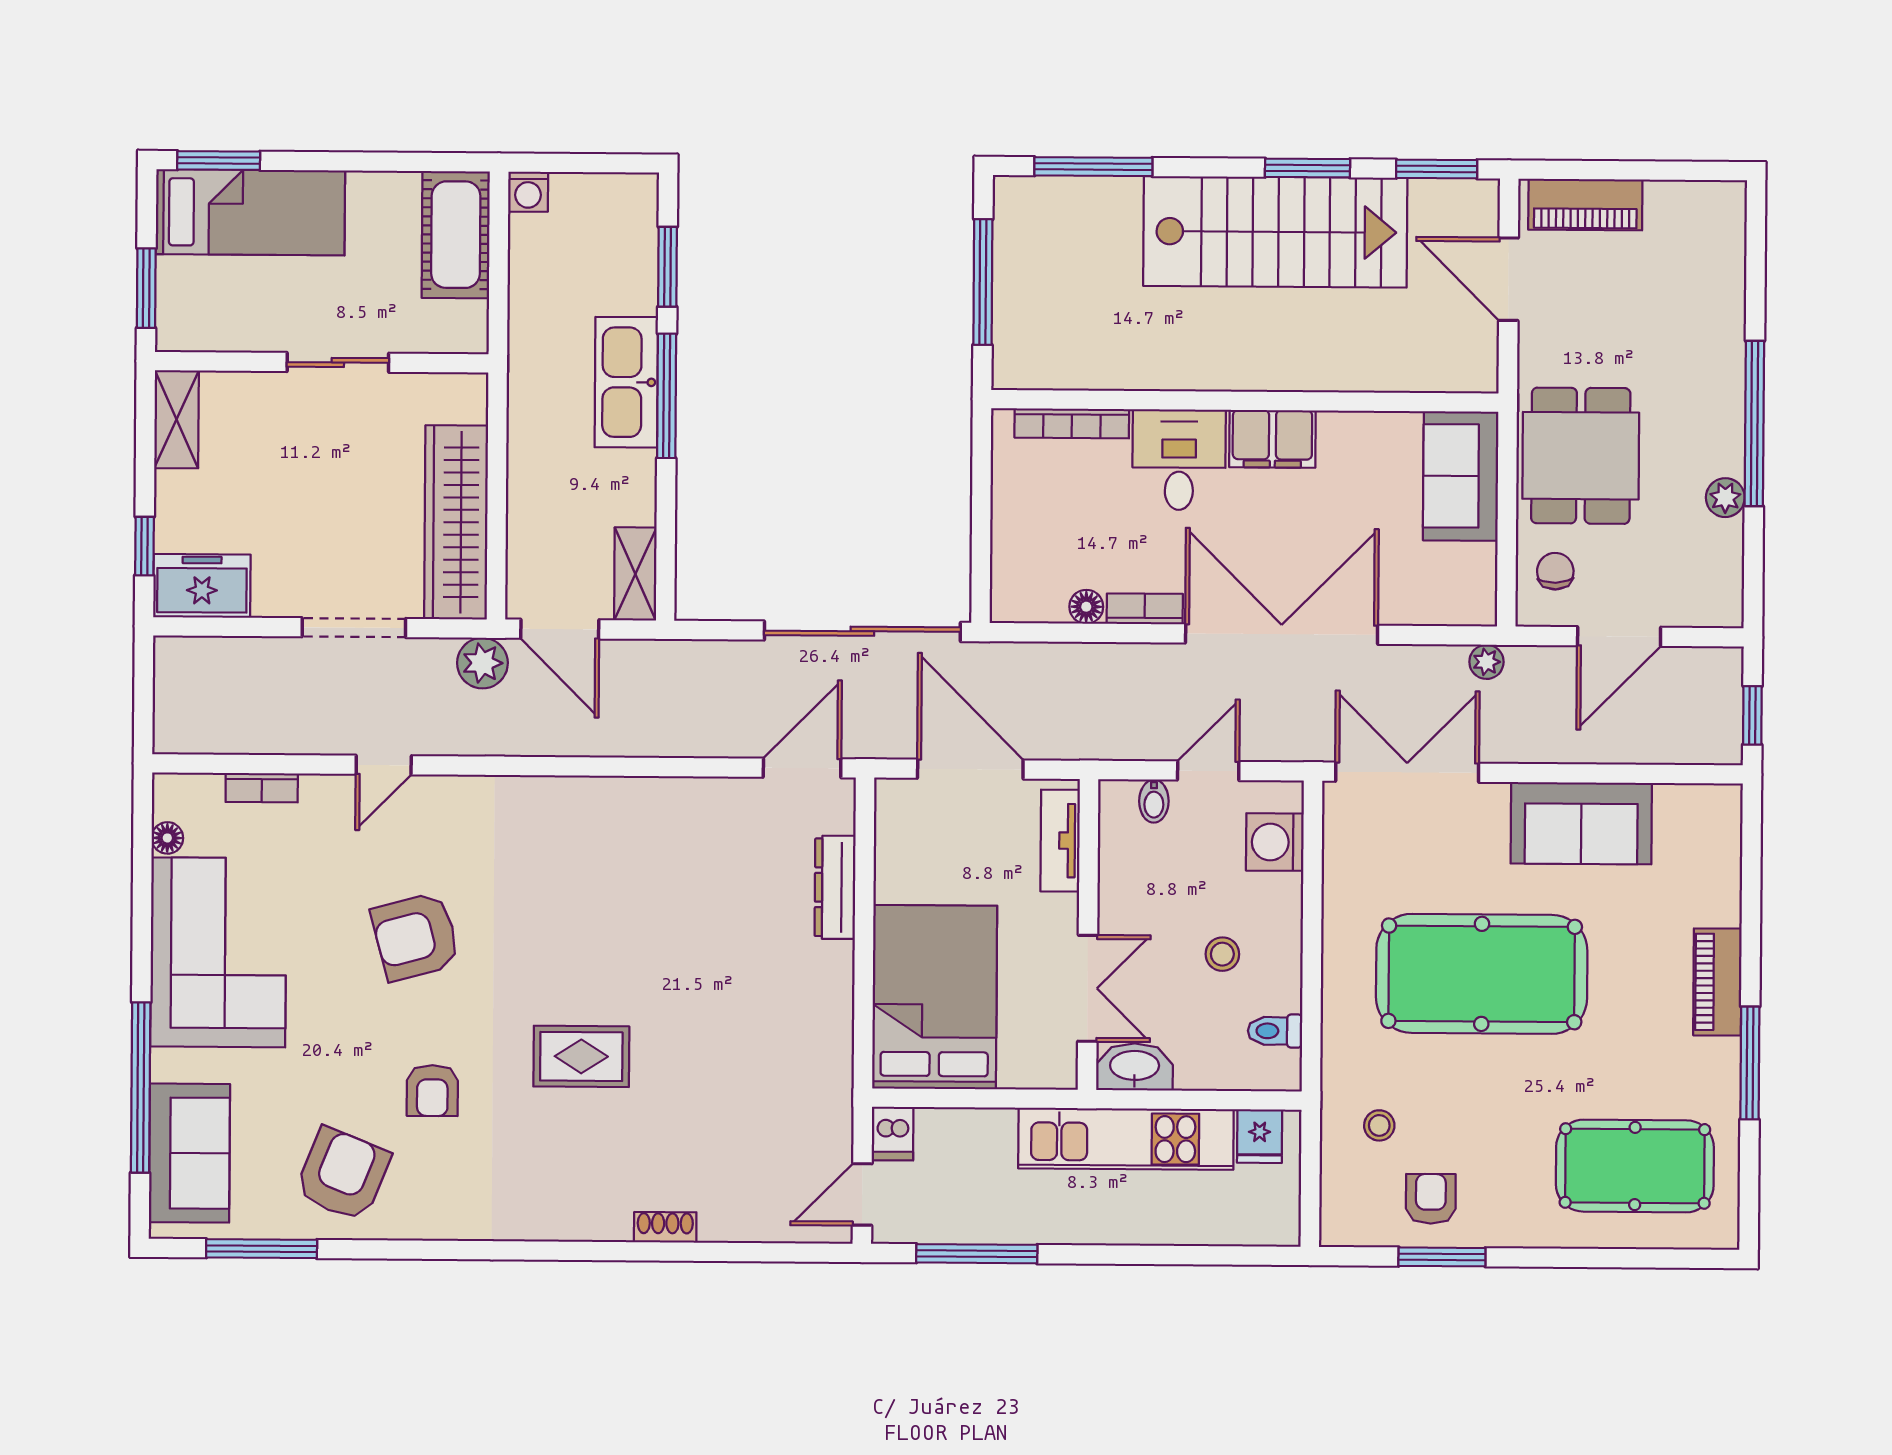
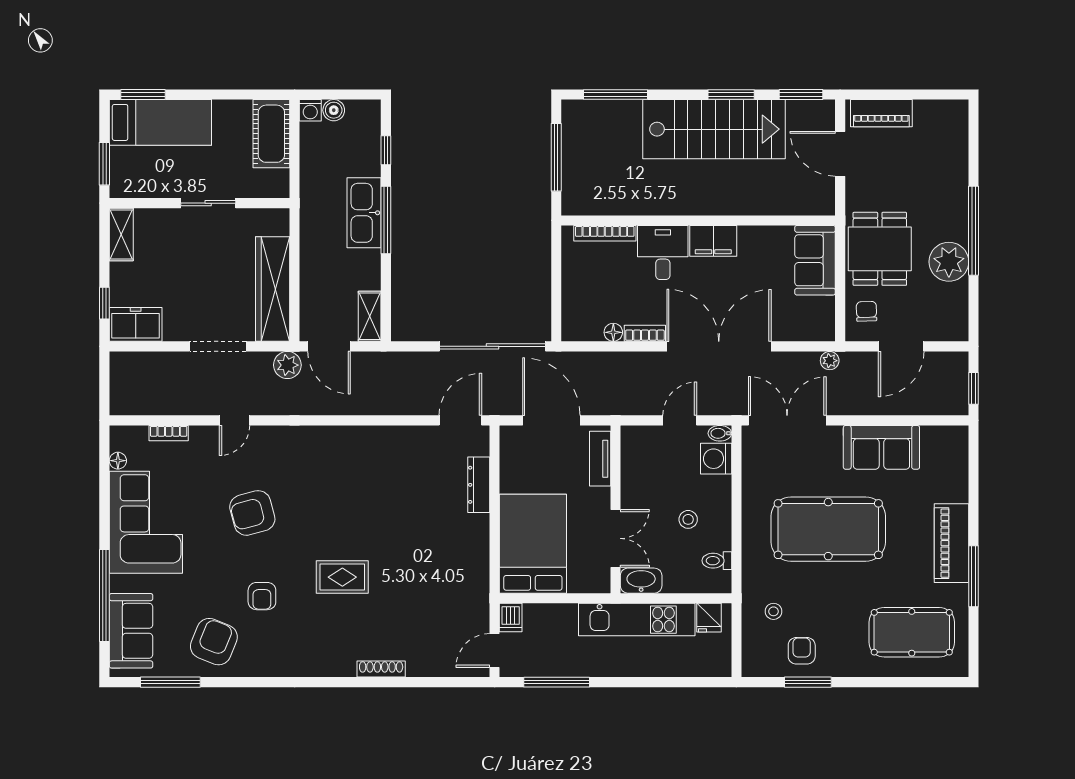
boiler: (571, 192) -> (334, 110), added
window: (668, 267) -> (386, 150), width x0.67
plant: (1725, 498) -> (949, 262), width x1.88, depth x1.88
bidet: (1154, 801) -> (720, 433), moved, turned 90
piano: (1717, 982) -> (951, 543), width x1.37, depth x1.33
shoe rack: (665, 1227) -> (381, 669), width x1.43

